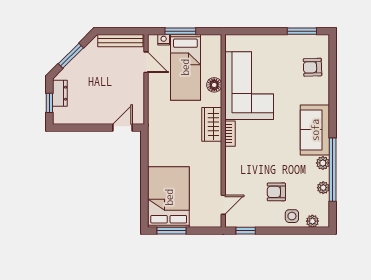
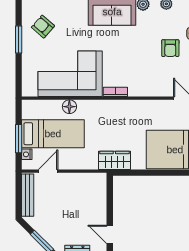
window: (302, 31) -> (19, 40), moved
armchair: (313, 67) -> (43, 27), moved, turned 133
wardrobe: (212, 124) -> (114, 160), moved, turned 180
door: (123, 128) -> (110, 234), moved

